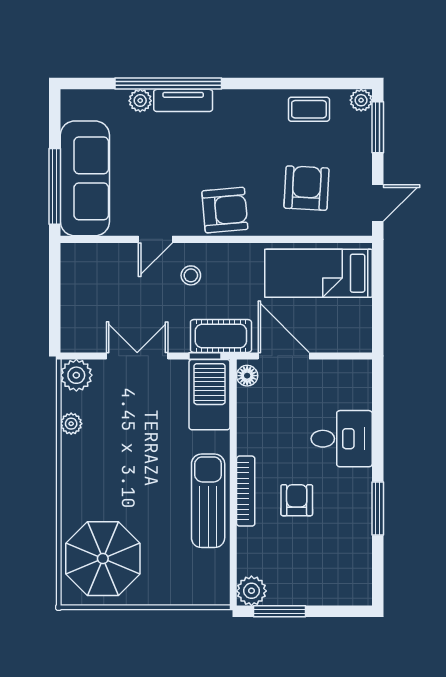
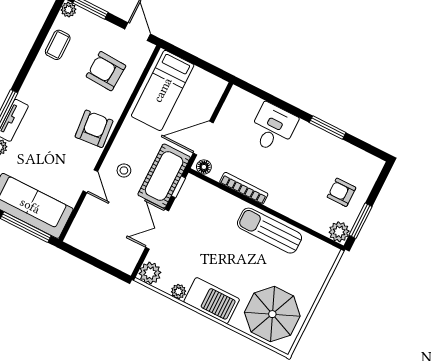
cot: (221, 336) -> (164, 176), width x1.37, depth x1.34
barbecue: (209, 395) -> (212, 301), moved, turned 180
bookcase: (246, 491) -> (244, 188), moved
armchair: (297, 500) -> (341, 192), moved

